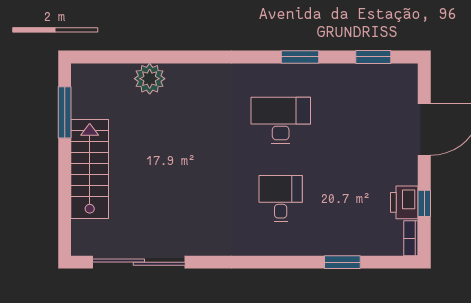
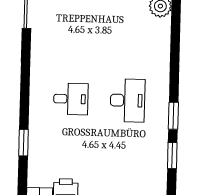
window: (373, 57) -> (172, 156), moved

